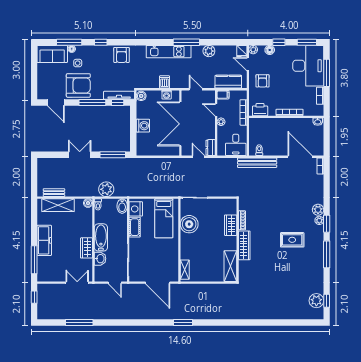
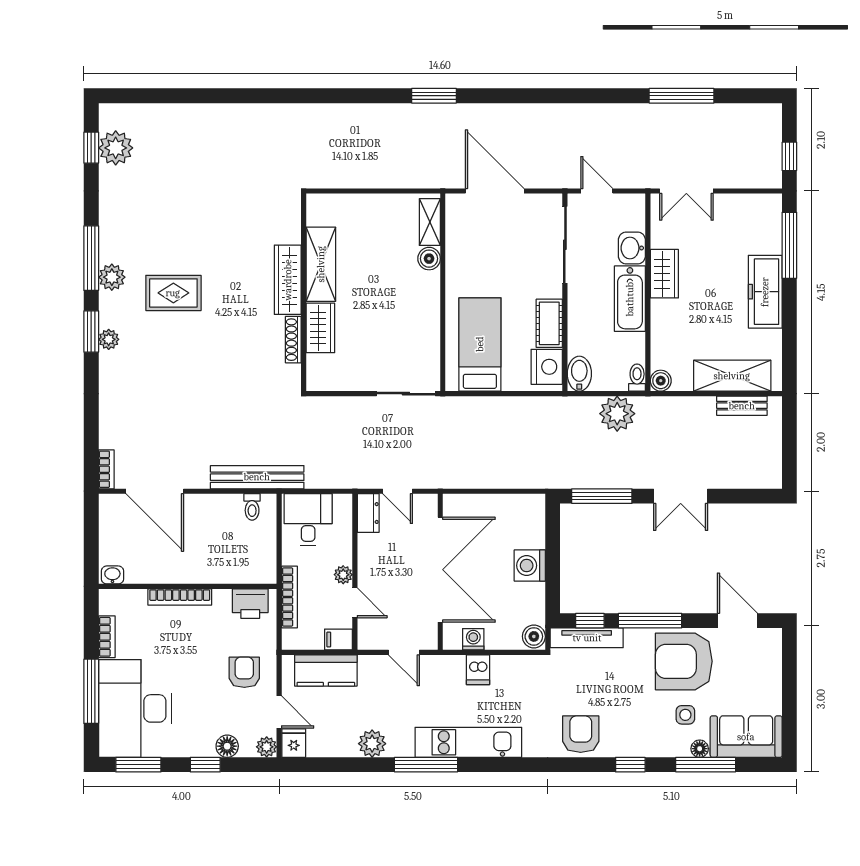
plant: (318, 210) -> (112, 277), moved
boiler: (189, 224) -> (429, 259), moved, width x0.54, depth x0.54
shelving: (230, 266) -> (321, 264), moved

